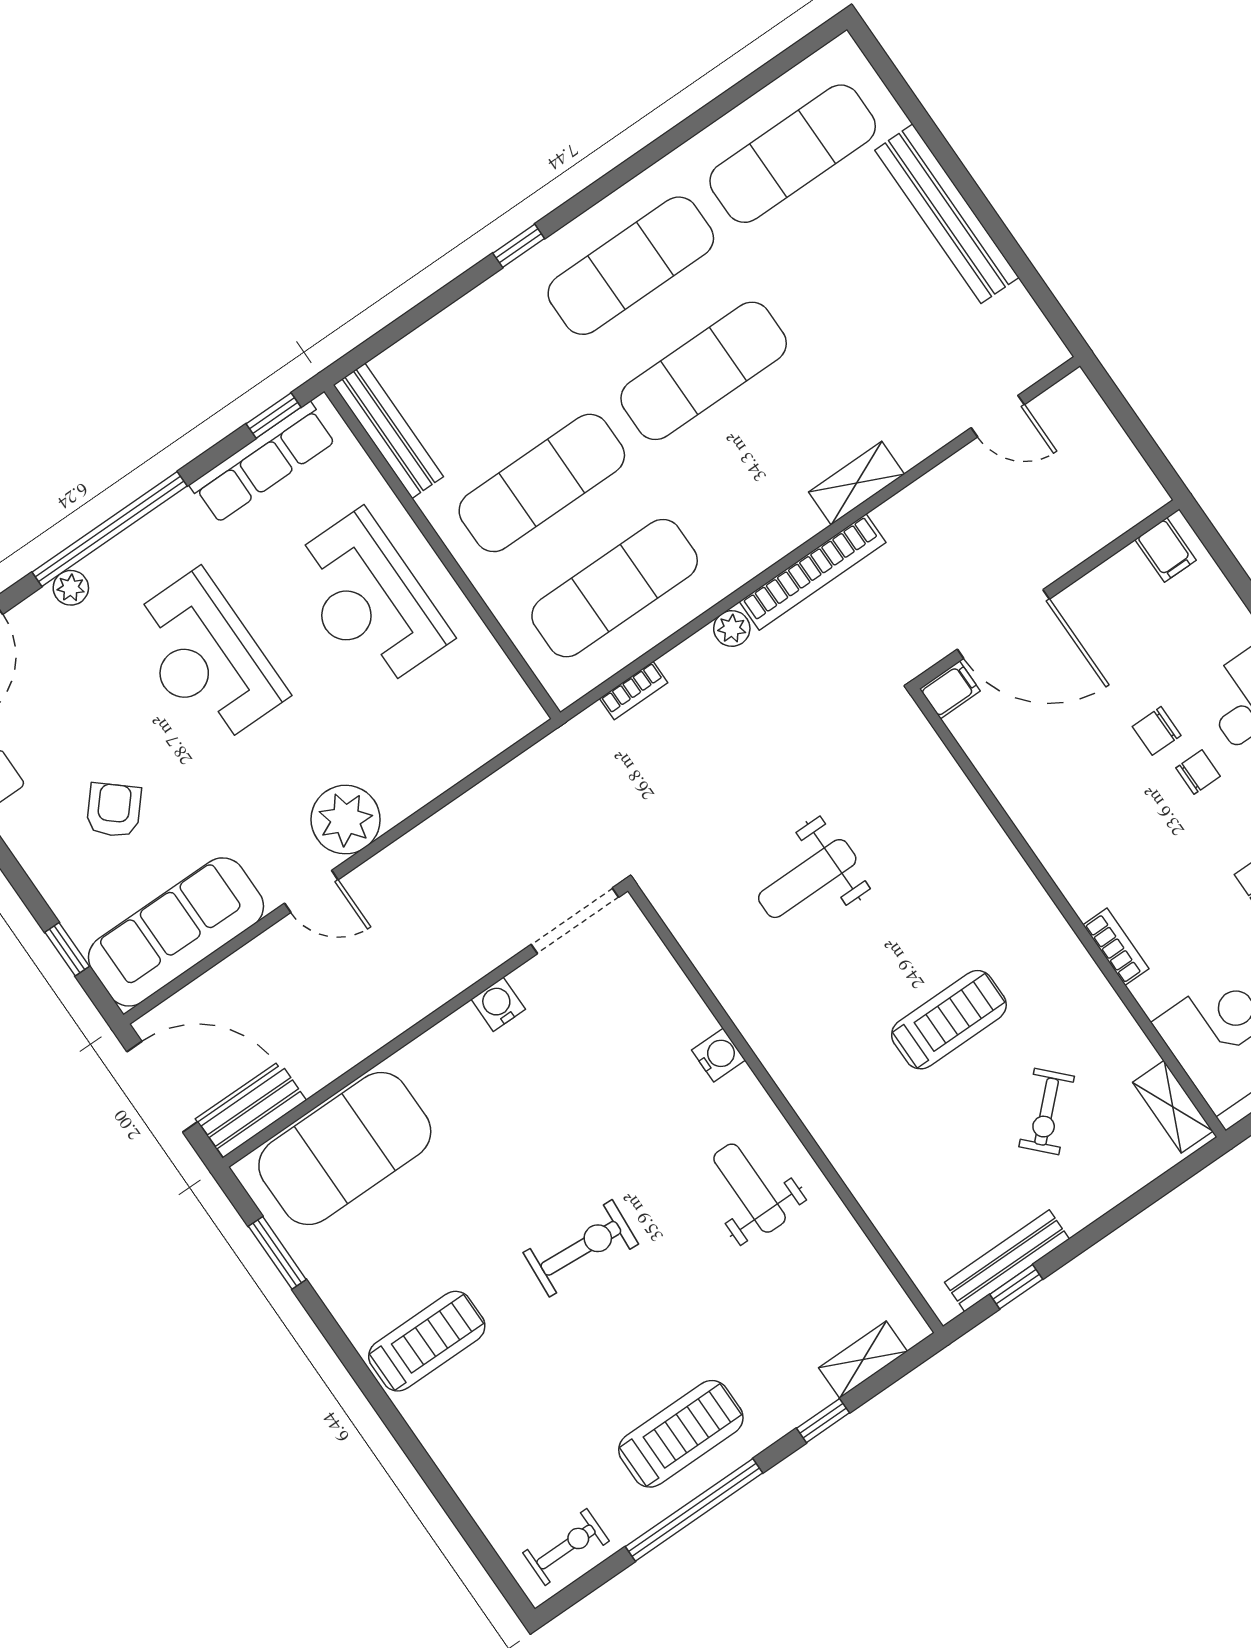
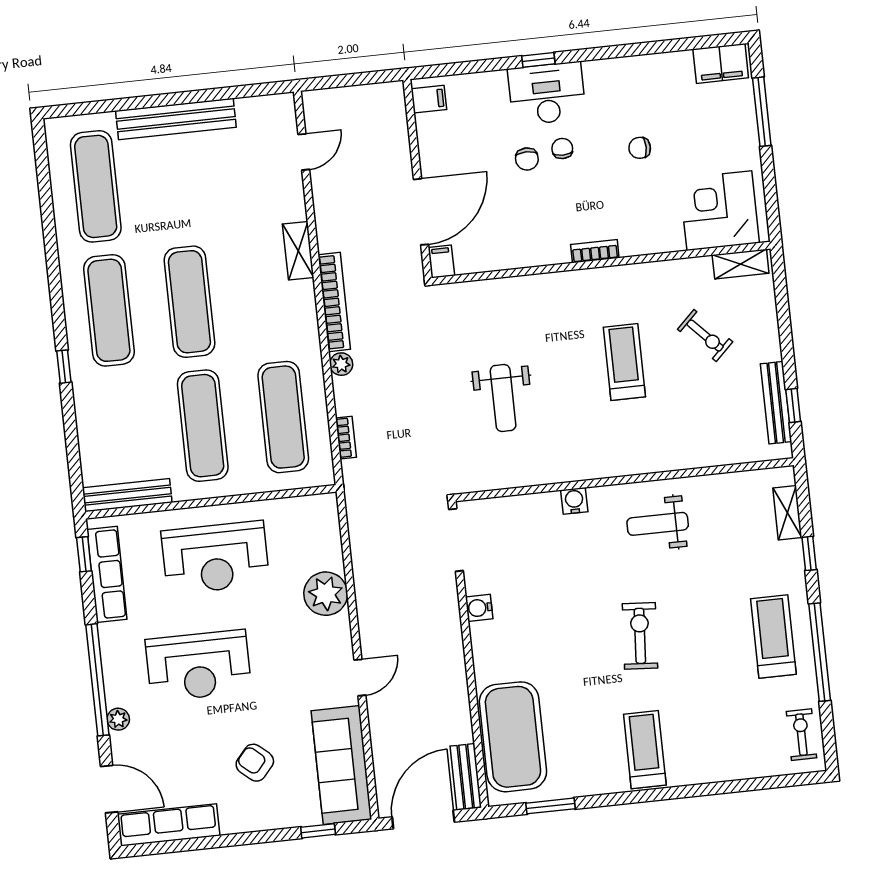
plant: (346, 820) -> (326, 594), moved
bookcase: (1116, 947) -> (595, 251), moved

